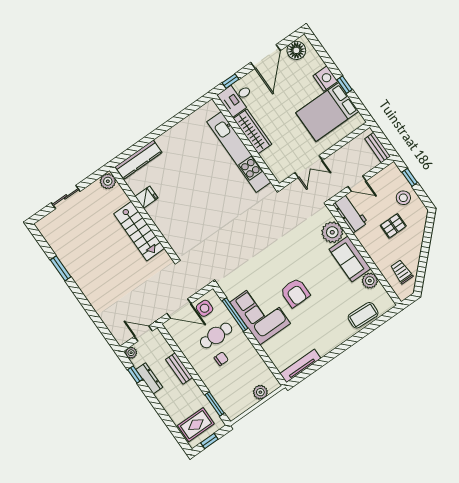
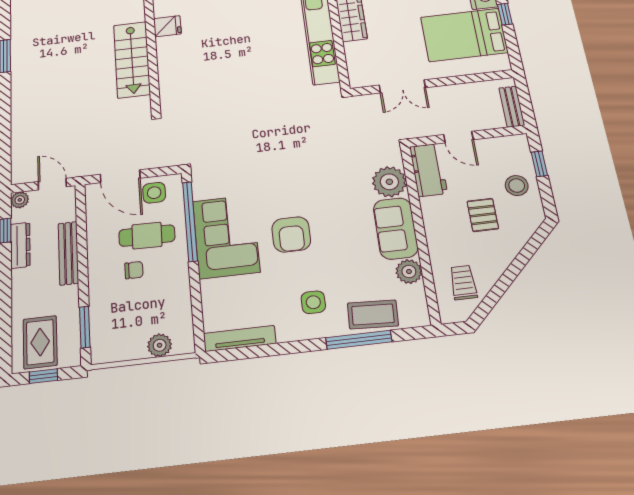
pallet: (393, 226) -> (483, 215), turned 90
window: (235, 315) -> (190, 221), width x1.46
side table: (328, 325) -> (313, 302), added
window: (363, 333) -> (359, 340), added
bench: (179, 369) -> (68, 253), width x1.36
rug: (196, 425) -> (40, 342), turned 90

